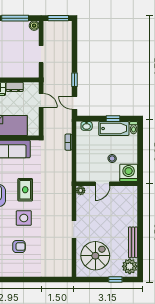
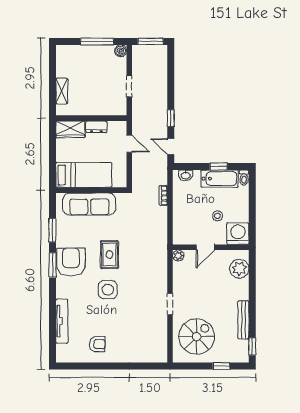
armchair: (19, 247) -> (97, 344), moved
window: (140, 264) -> (252, 346), added
plant: (130, 266) -> (239, 269), moved

